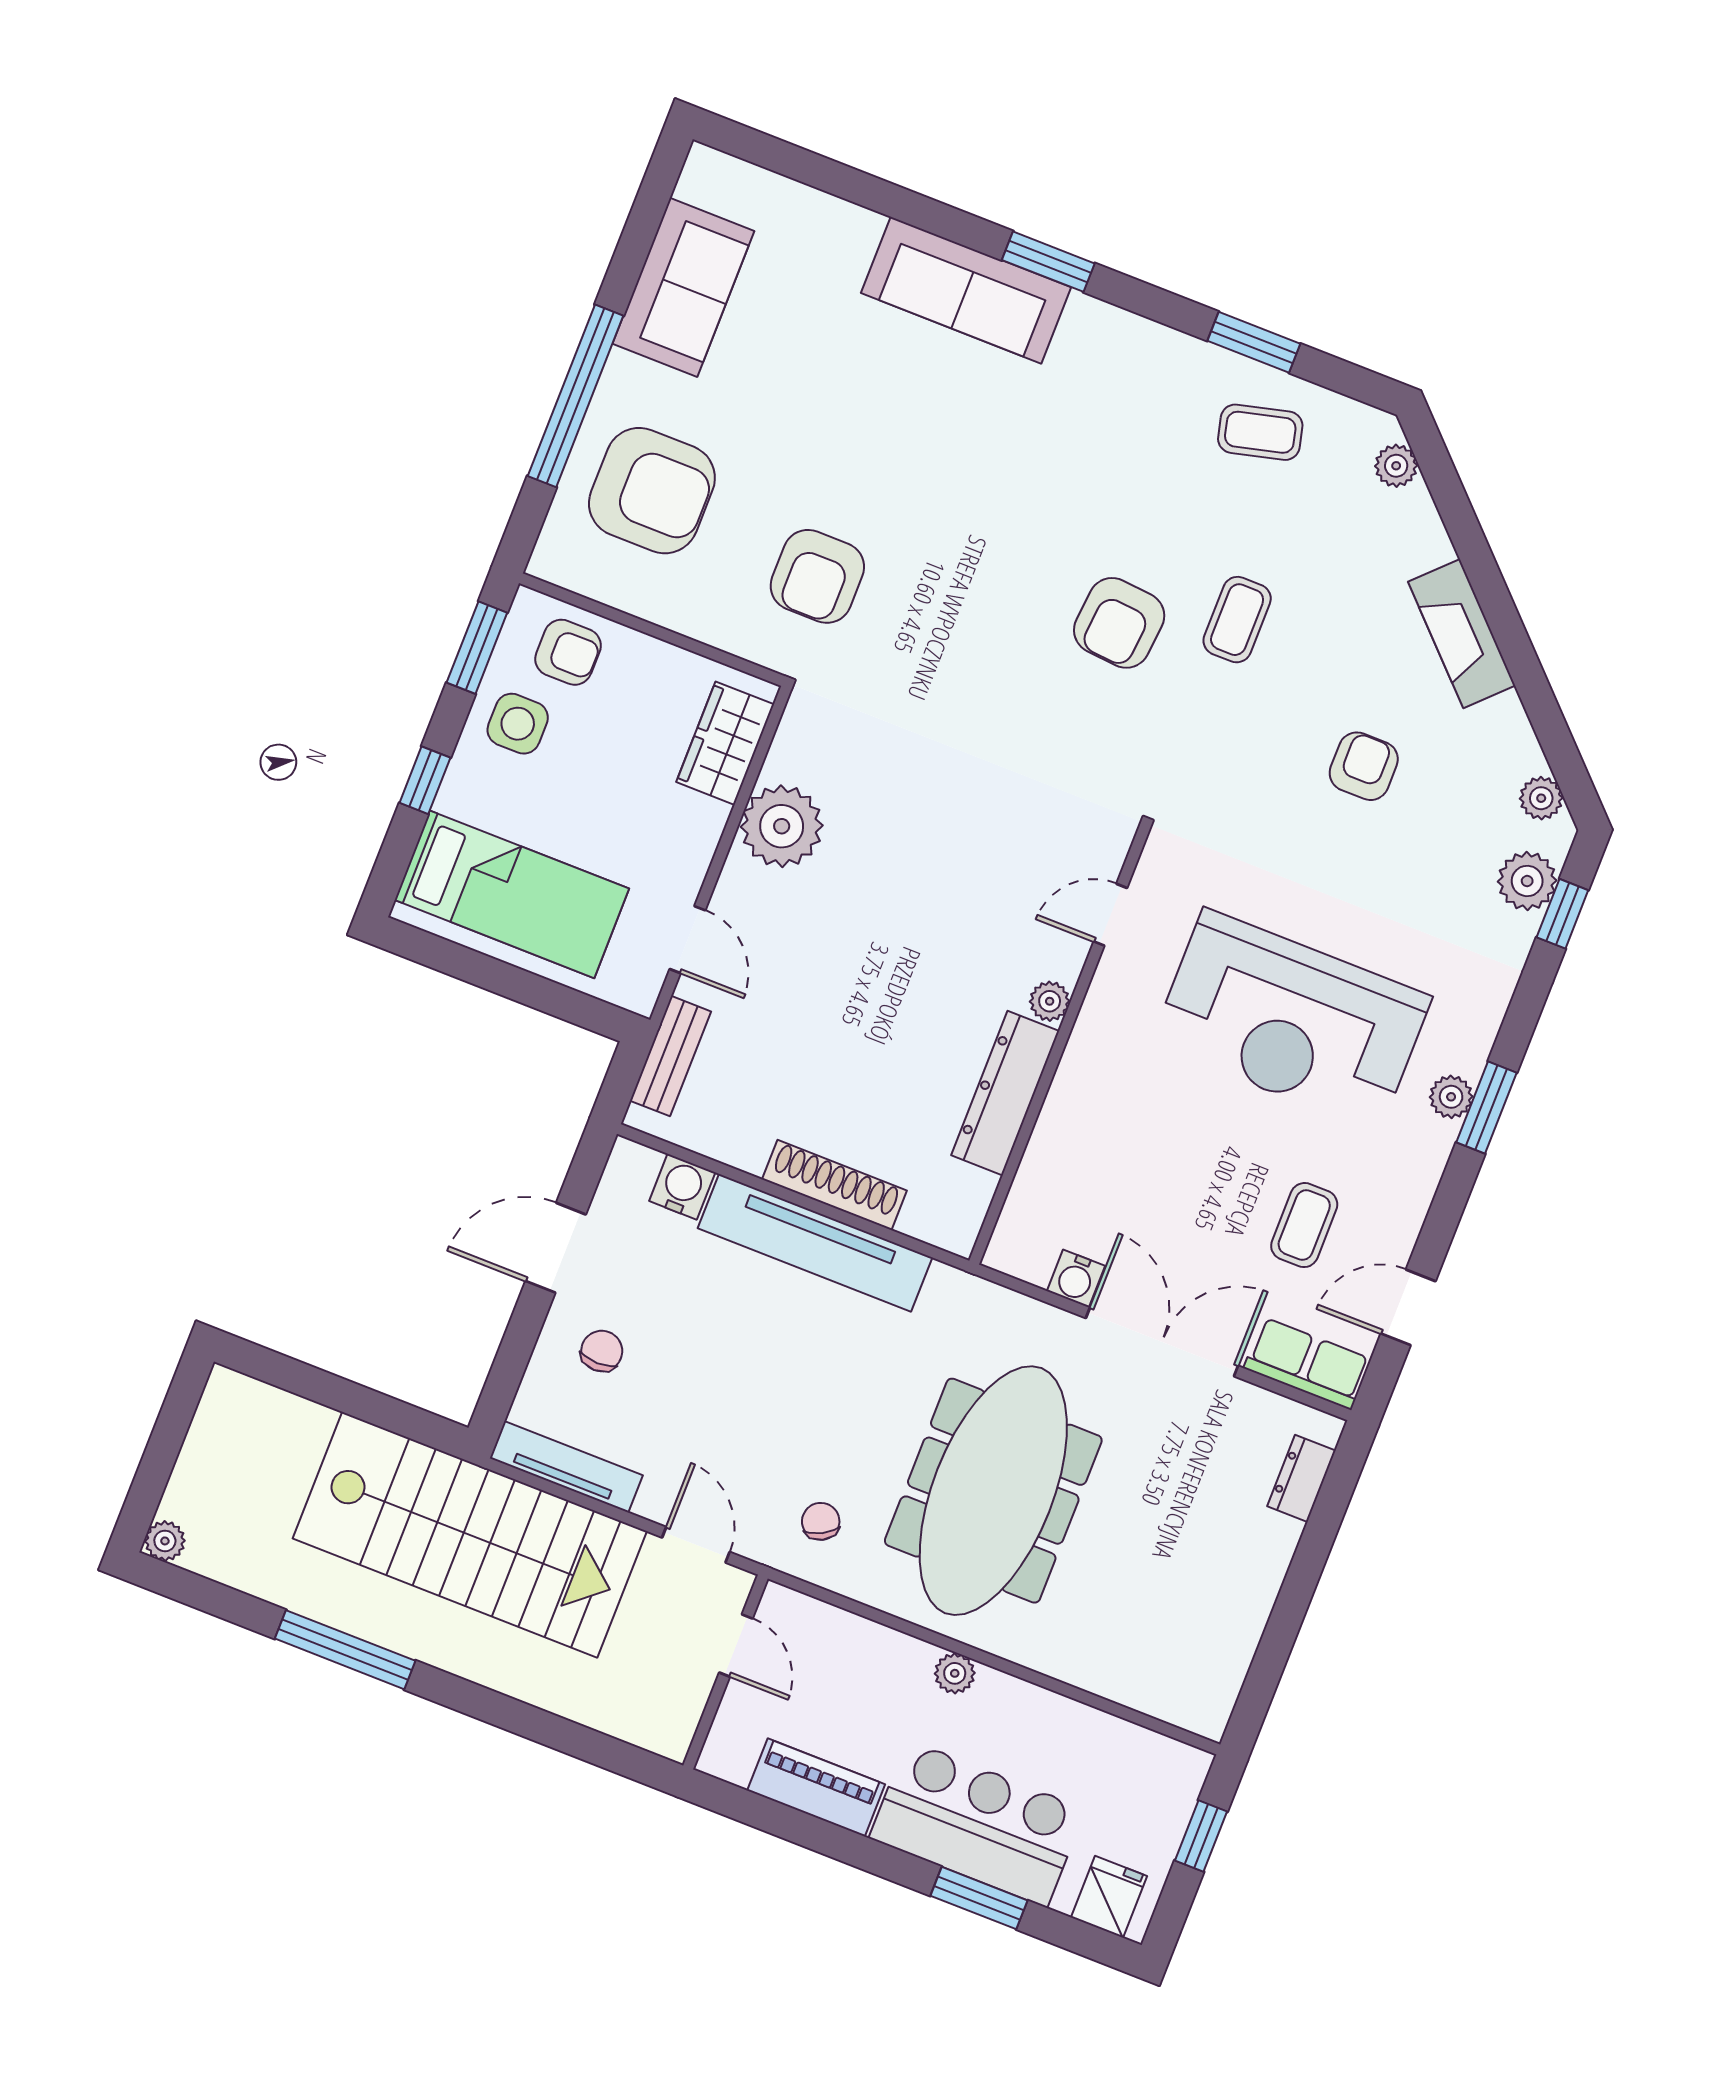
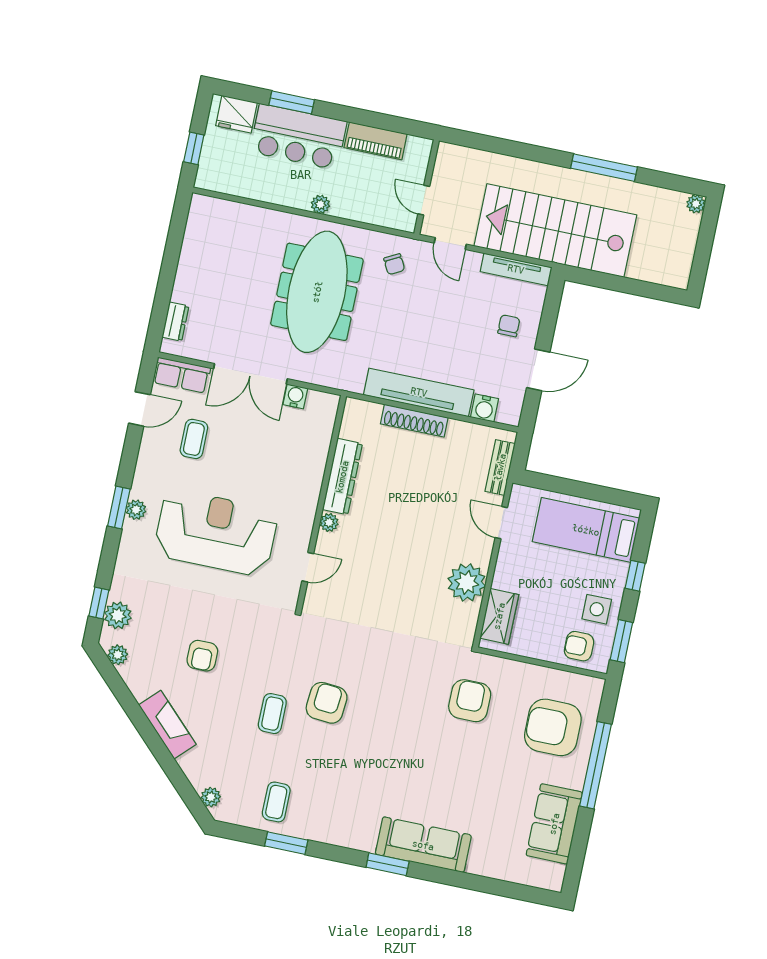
coffee table: (1260, 432) -> (276, 802), turned -76
chair: (602, 1351) -> (509, 326), turned 180
fridge: (1109, 1897) -> (237, 114), width x1.38

